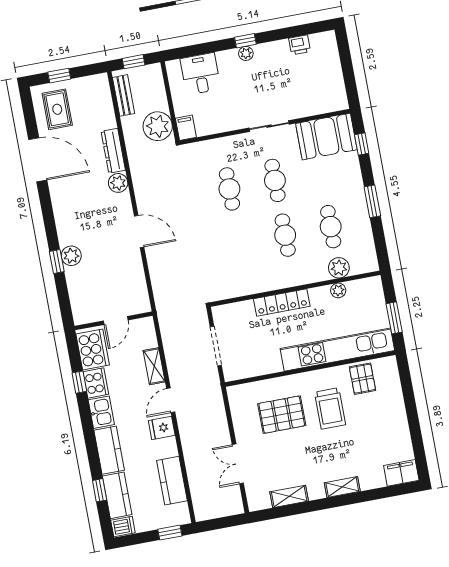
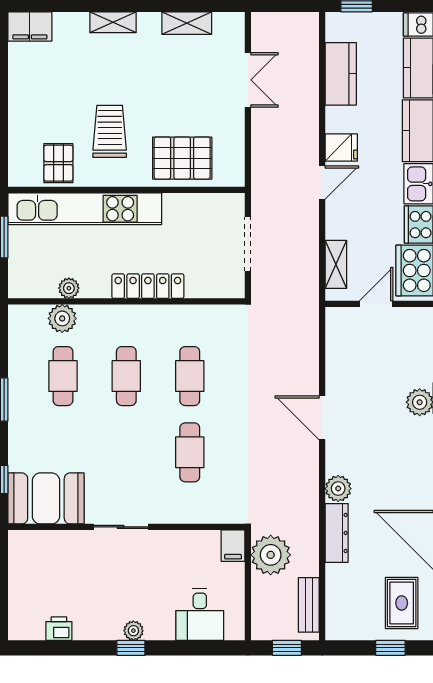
cafe table: (275, 180) -> (190, 376), moved
shelving: (154, 366) -> (336, 264), moved
pallet: (282, 415) -> (182, 158), moved

